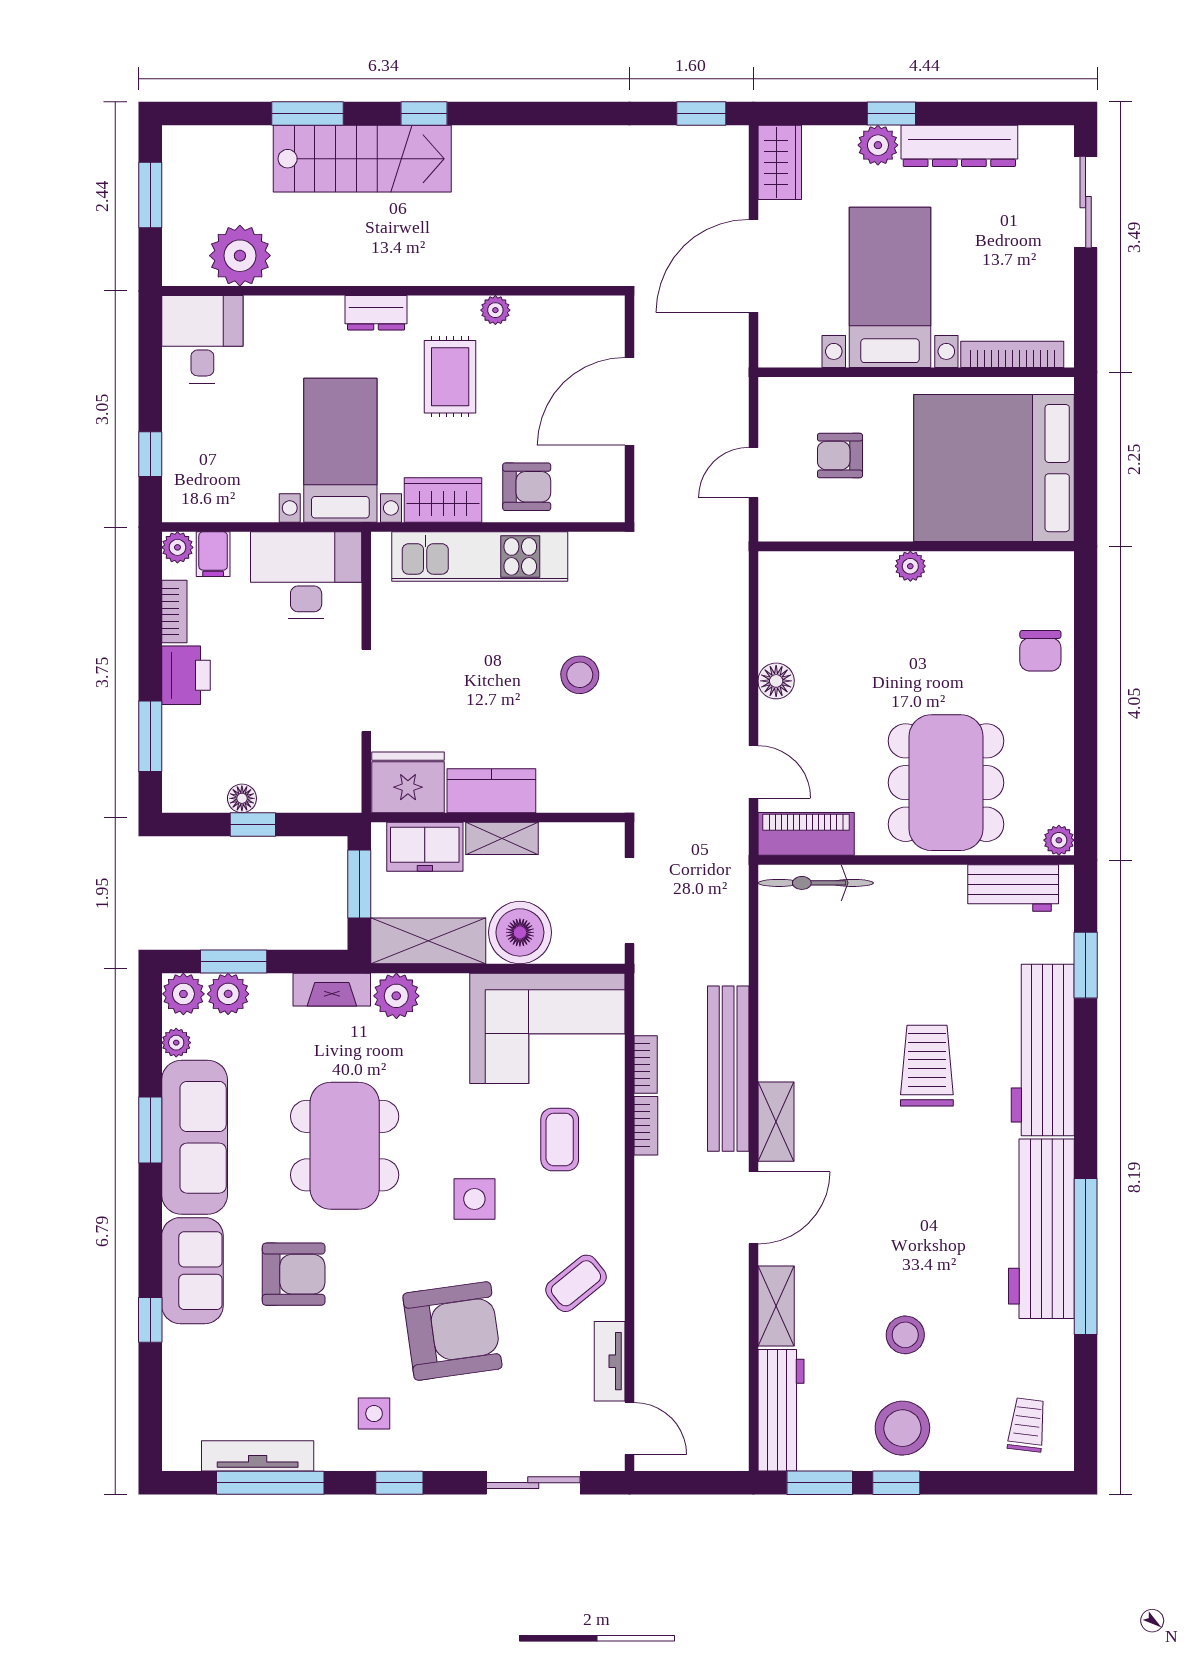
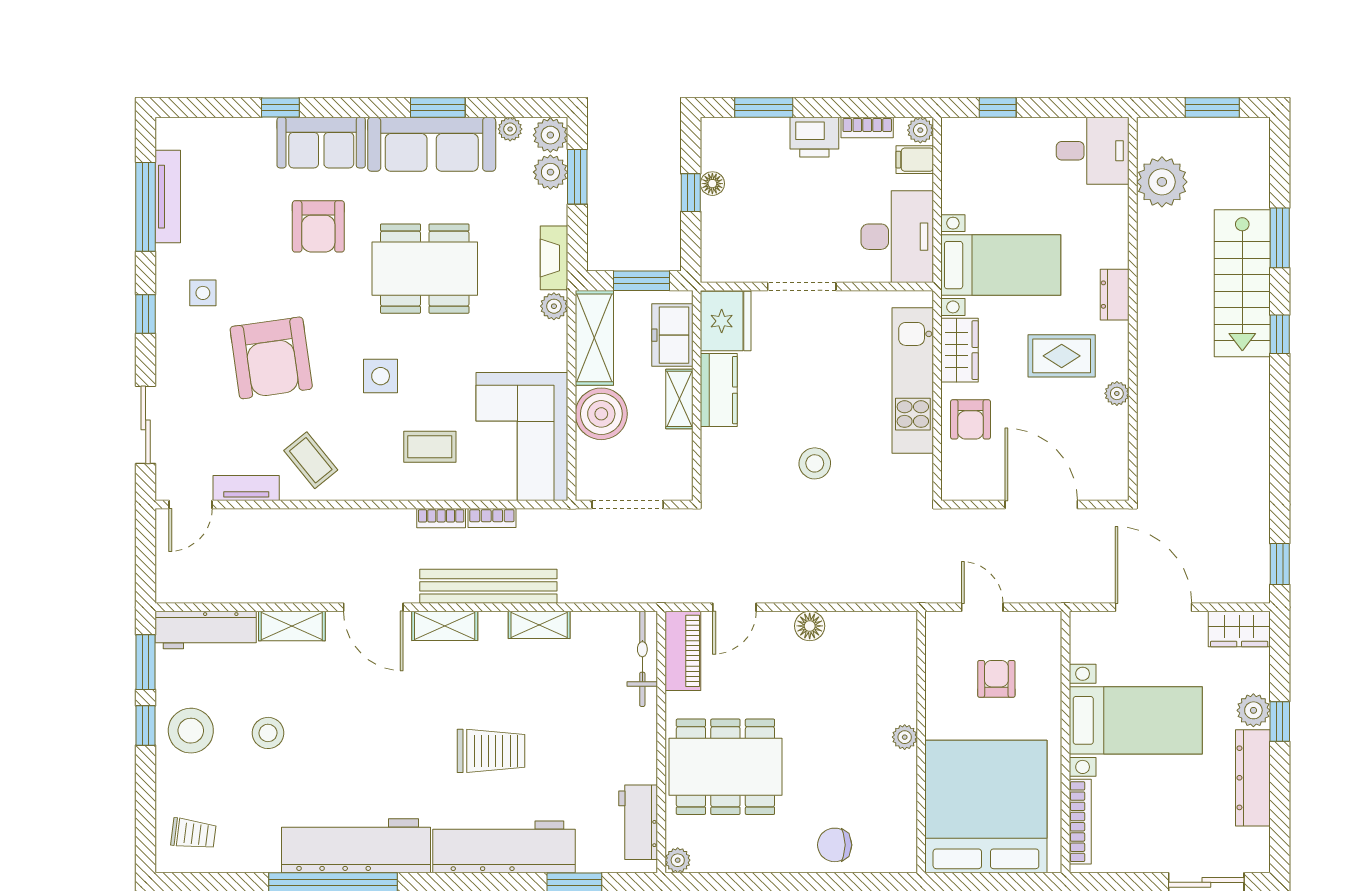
plant: (396, 996) -> (554, 306), width x0.73, depth x0.73
shelving: (775, 1008) -> (539, 625), added

